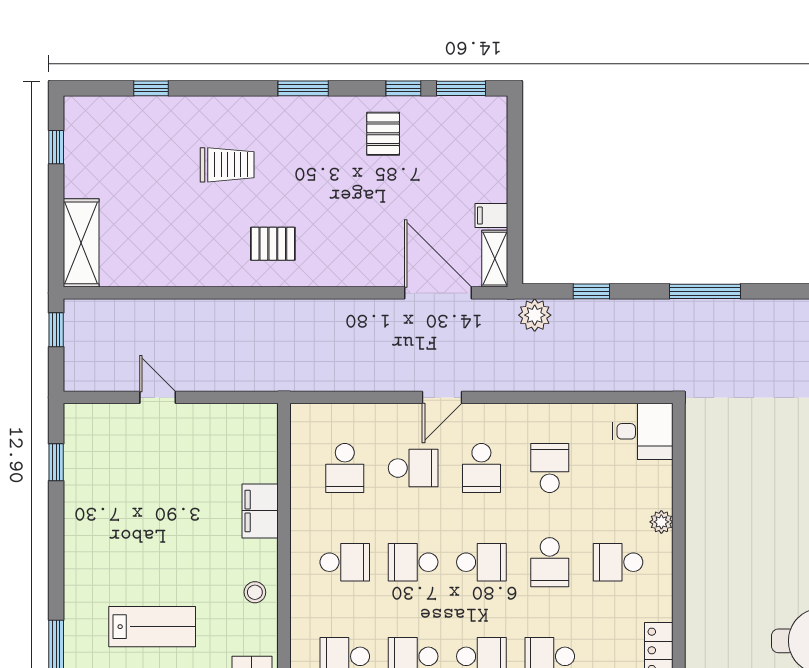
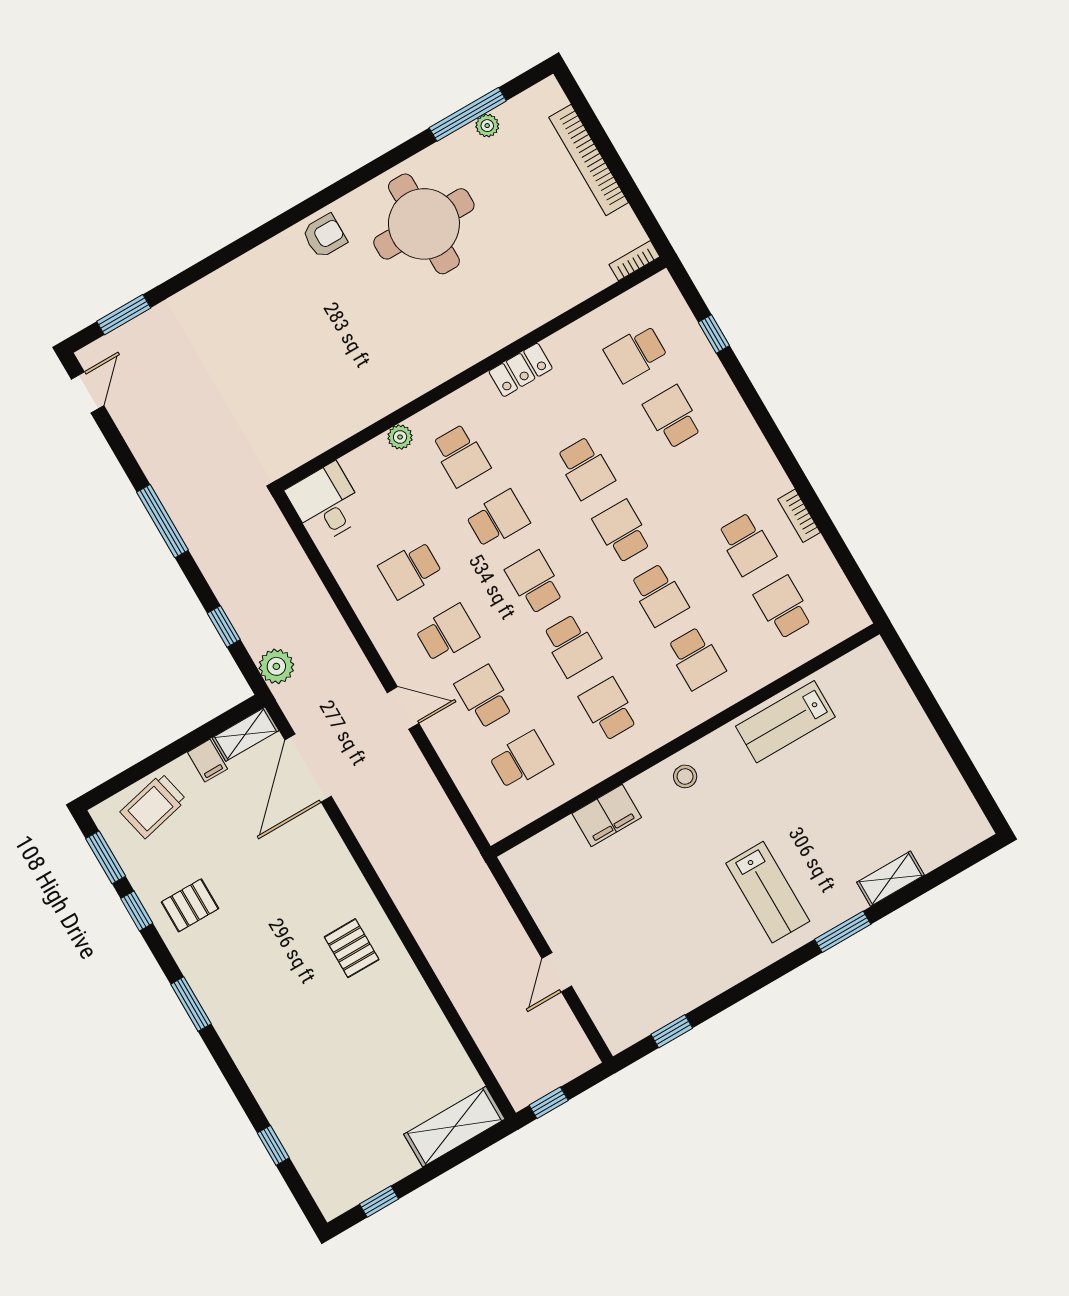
trolley: (227, 165) -> (153, 806), moved, turned -103
lab bench: (152, 627) -> (768, 892), moved, turned 180

